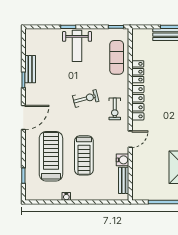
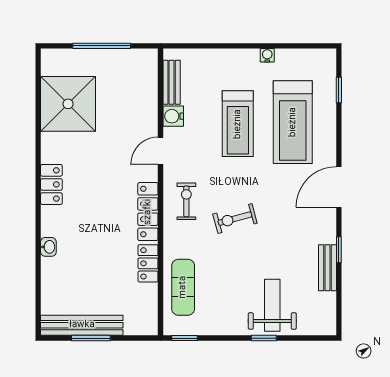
weight bench: (77, 46) -> (272, 305), moved
treadmill: (84, 155) -> (238, 124), turned 180

